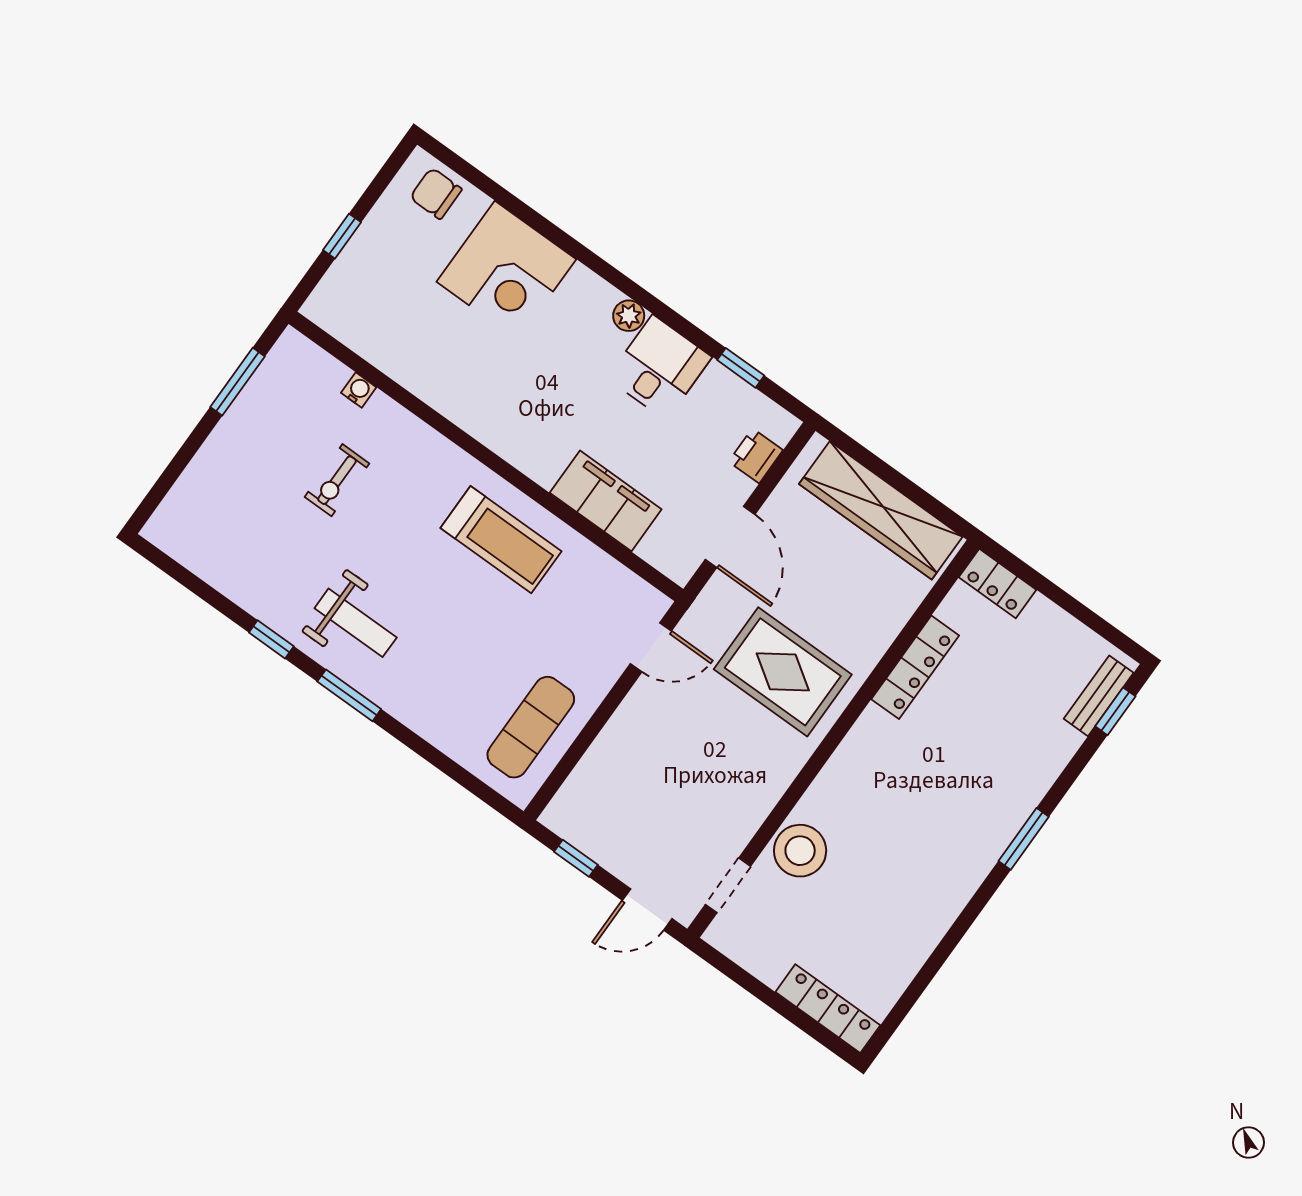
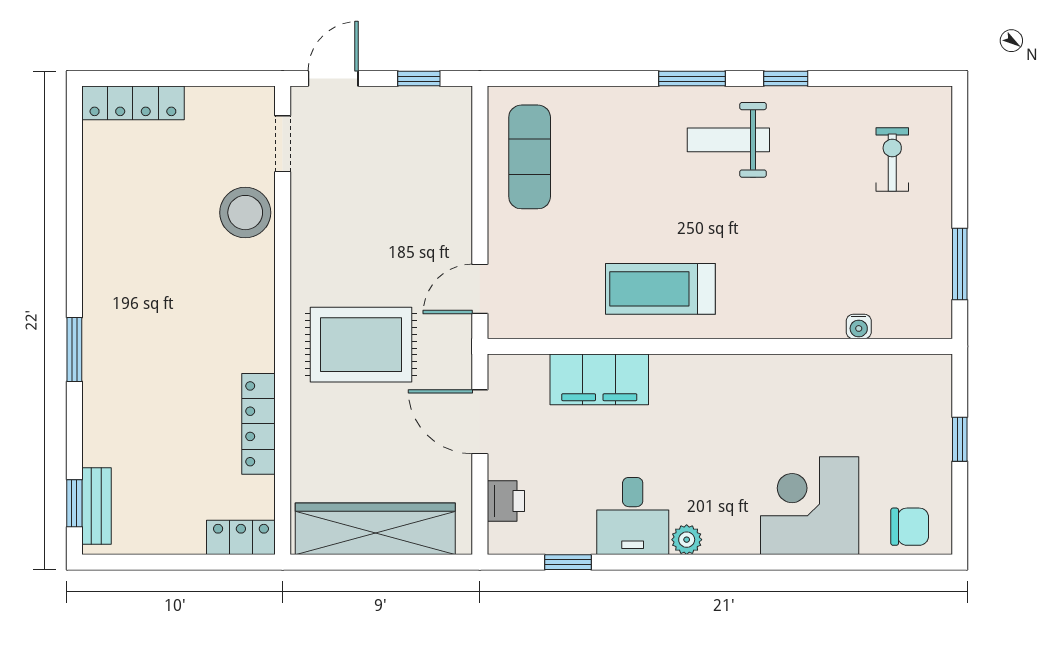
exercise bike: (337, 480) -> (892, 160), moved

